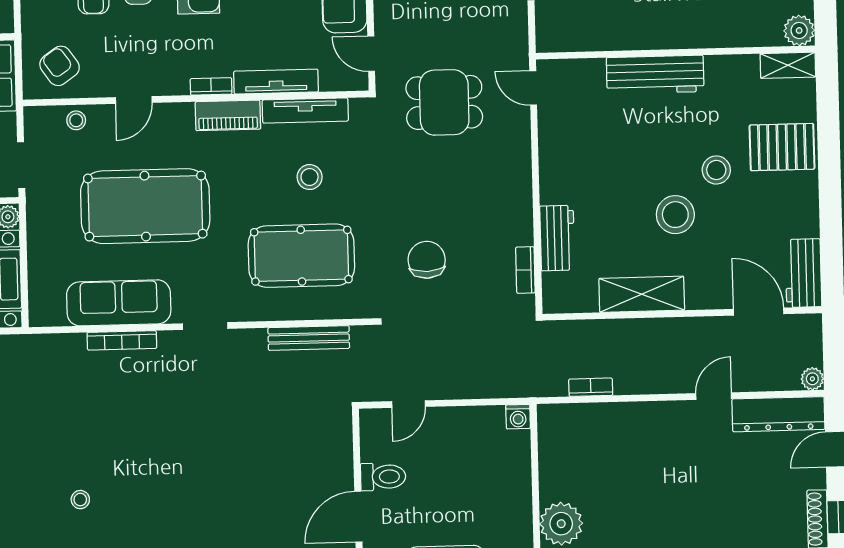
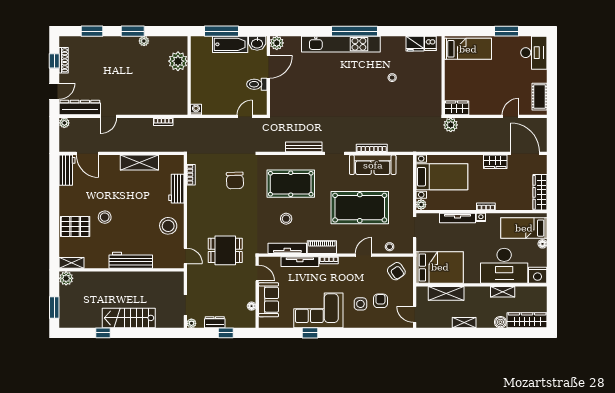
stool: (675, 215) -> (168, 226), moved
bench: (309, 338) -> (304, 147), moved

